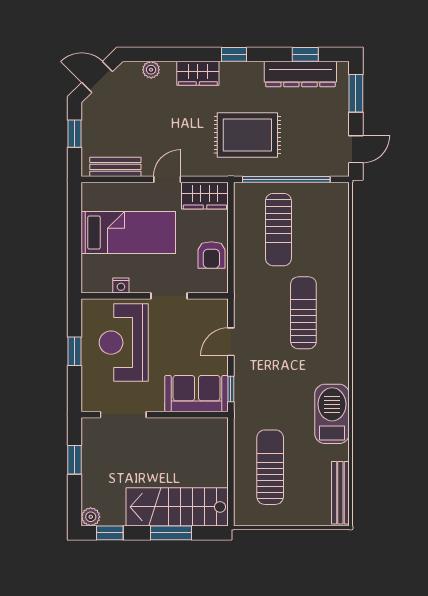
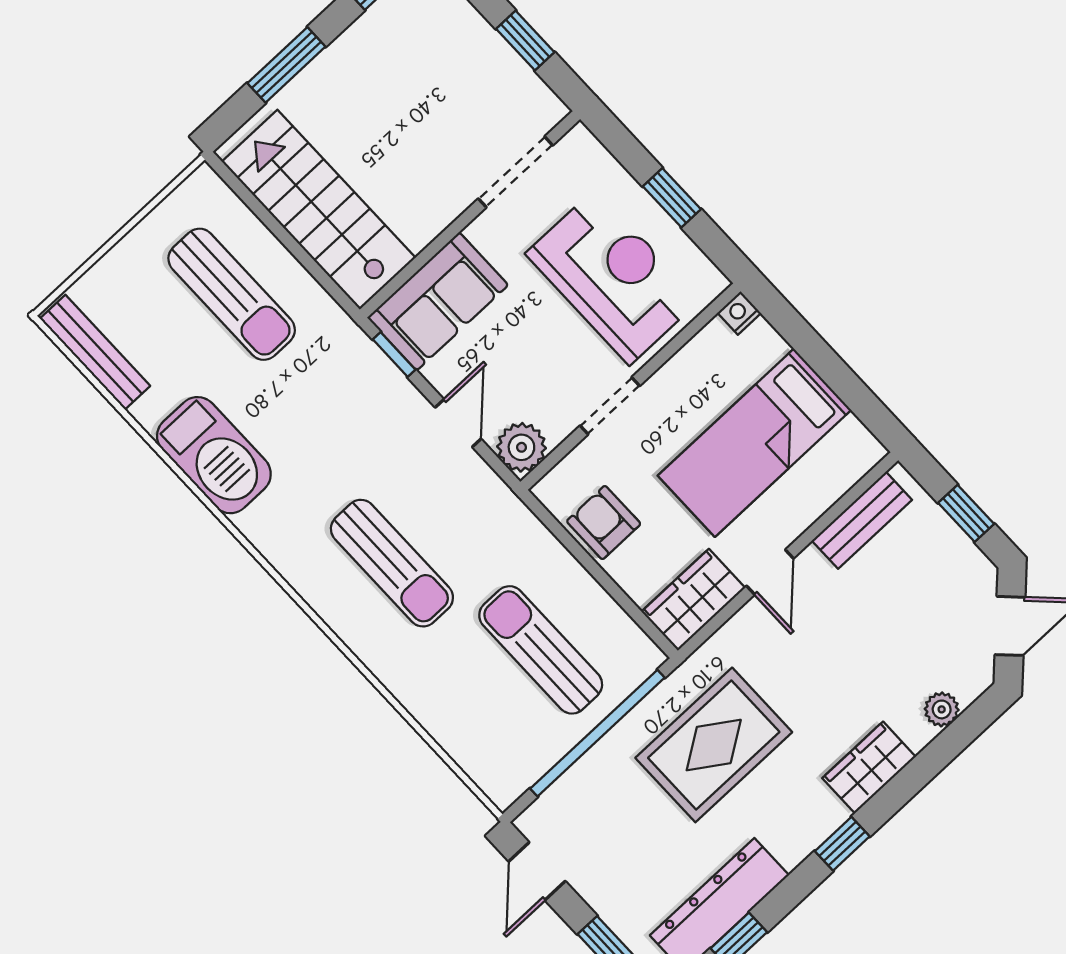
nightstand: (121, 286) -> (739, 313), moved
plant: (216, 311) -> (521, 447), added
stairs: (177, 507) -> (319, 210), moved, turned -90

